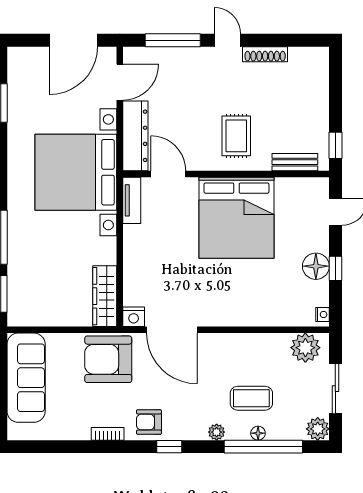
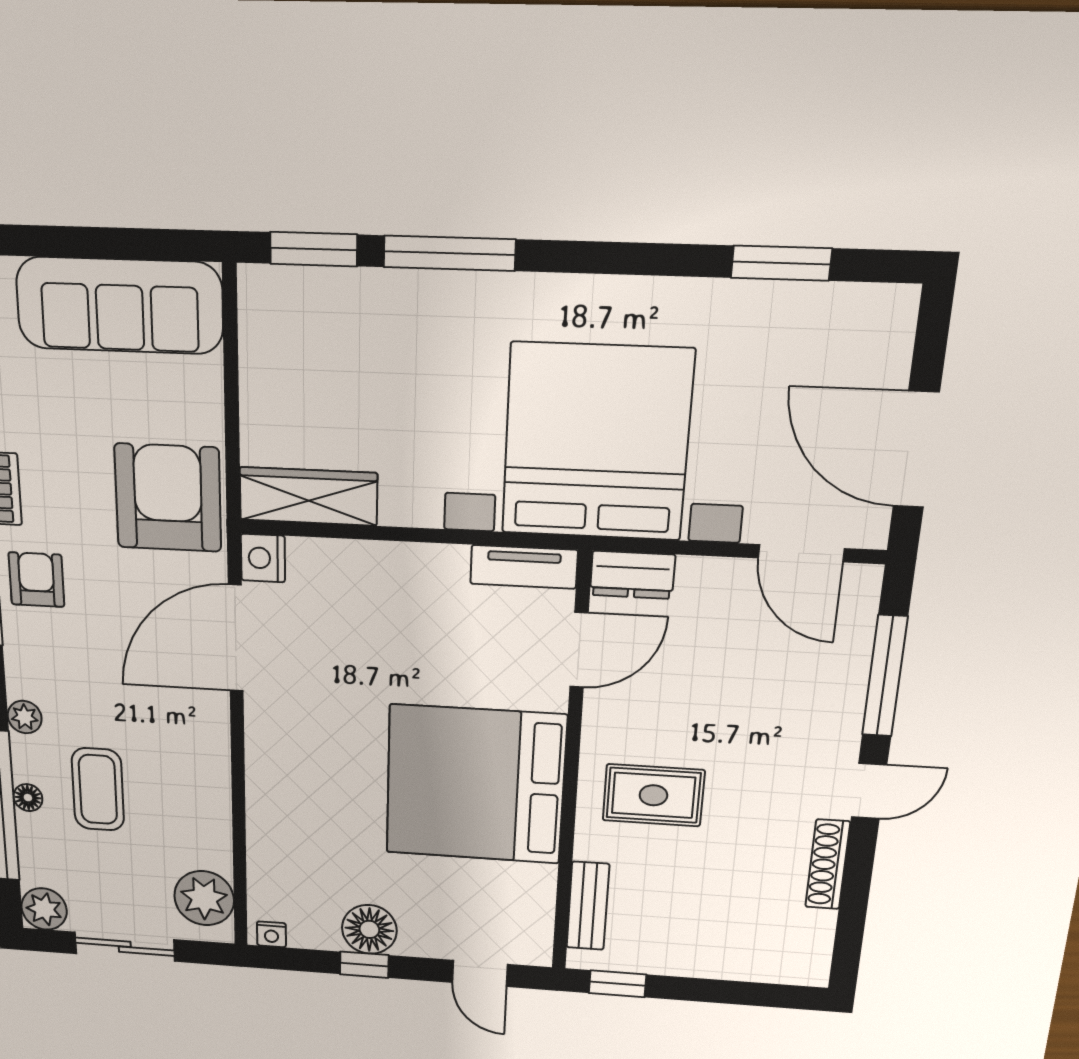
dresser: (135, 136) -> (632, 575), width x0.51, depth x0.80

